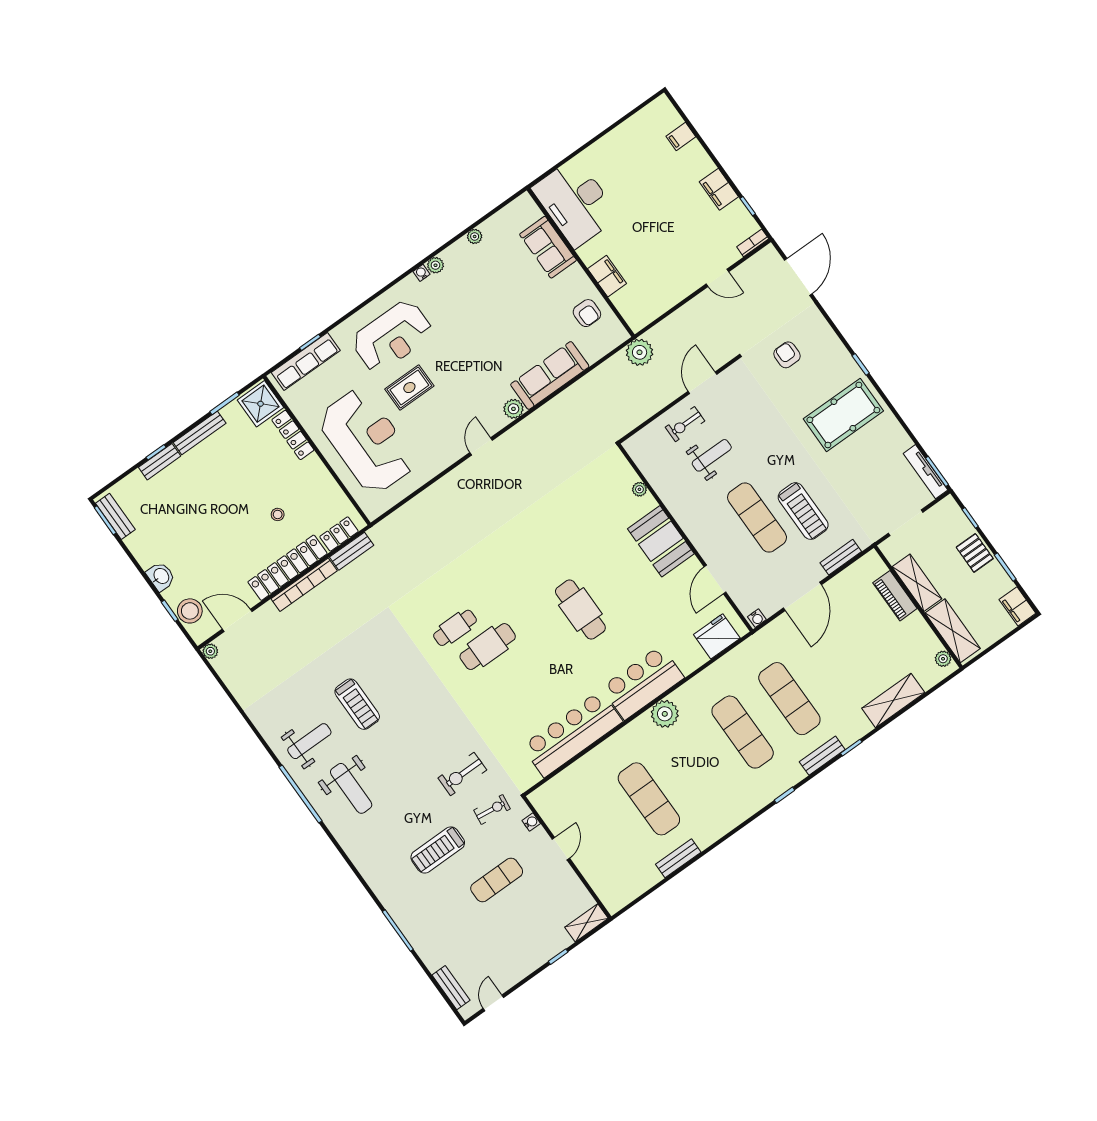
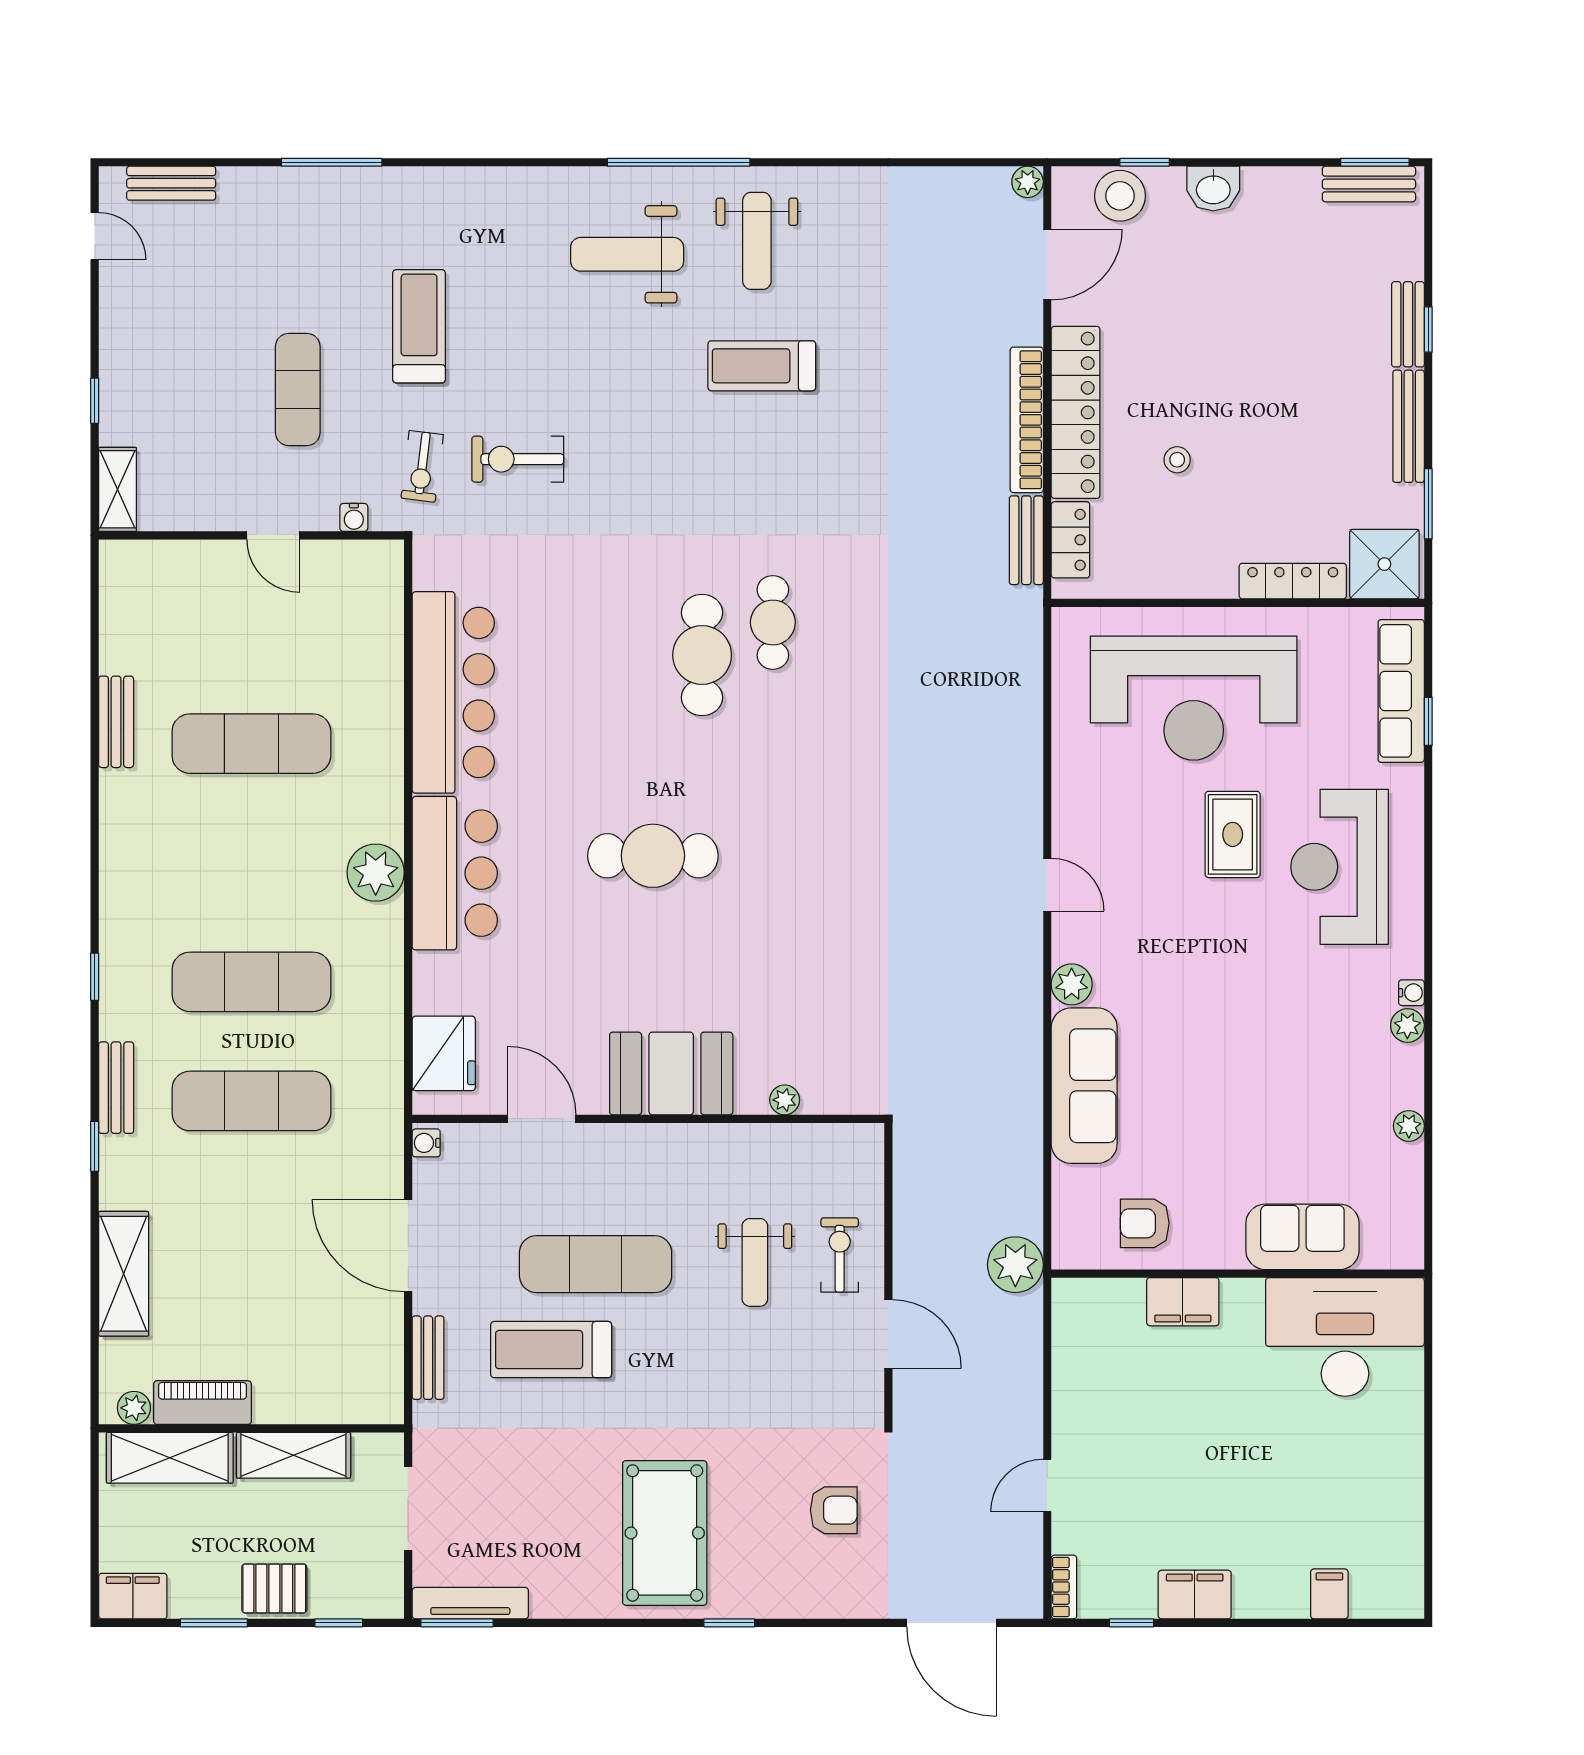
piano: (895, 596) -> (202, 1403), moved
exercise bike: (462, 774) -> (518, 459), turned -90

